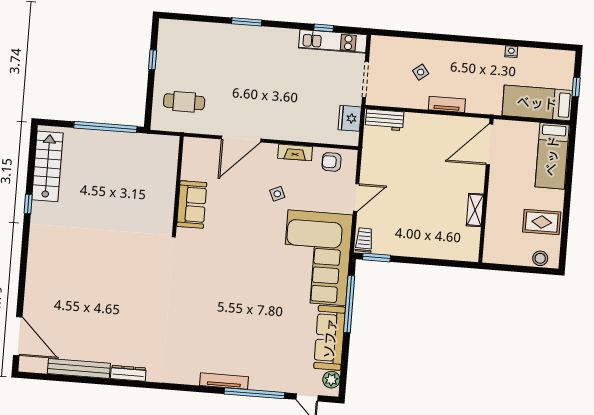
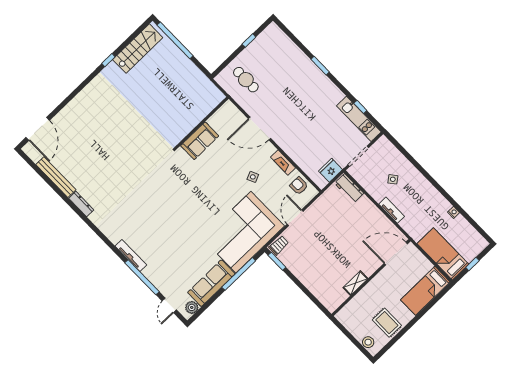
window: (105, 127) -> (175, 40), moved
door: (356, 197) -> (295, 218), swing flipped

